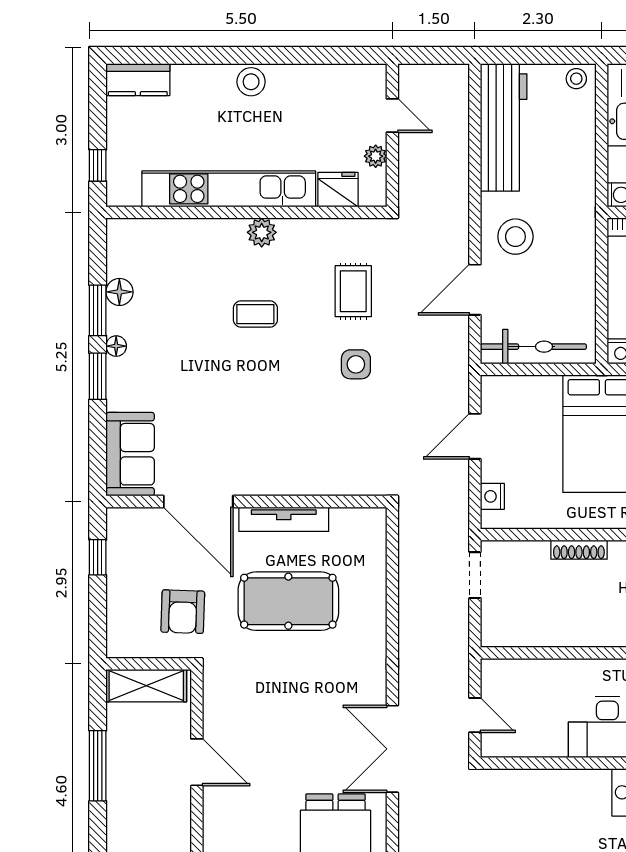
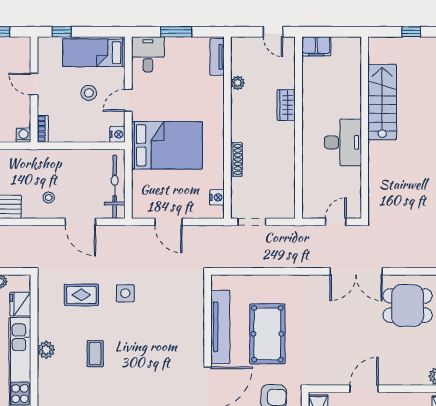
stool: (515, 237) -> (49, 198), width x0.53, depth x0.53
nightstand: (492, 496) -> (217, 197), moved, turned -90
tv unit: (284, 519) -> (220, 327), width x1.36, depth x1.29

